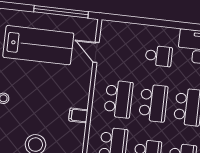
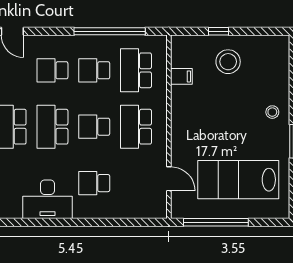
school desk: (153, 103) -> (94, 127), width x0.54
filing cabinet: (78, 115) -> (181, 76), moved

